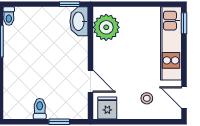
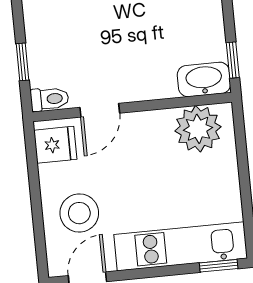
stool: (147, 98) -> (79, 213), width x1.89, depth x1.89
toilet: (40, 109) -> (49, 99), moved

